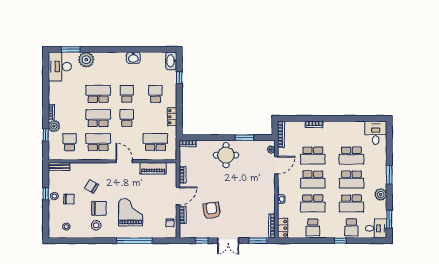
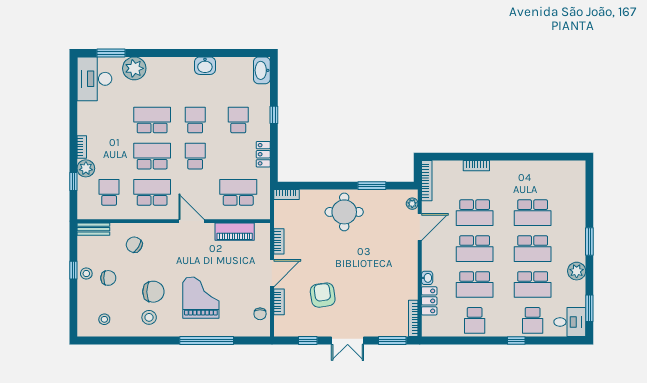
window: (179, 78) -> (274, 115), moved
desk: (376, 133) -> (569, 178), removed
chair: (91, 186) -> (134, 245), moved
locker: (283, 228) -> (429, 301), moved

